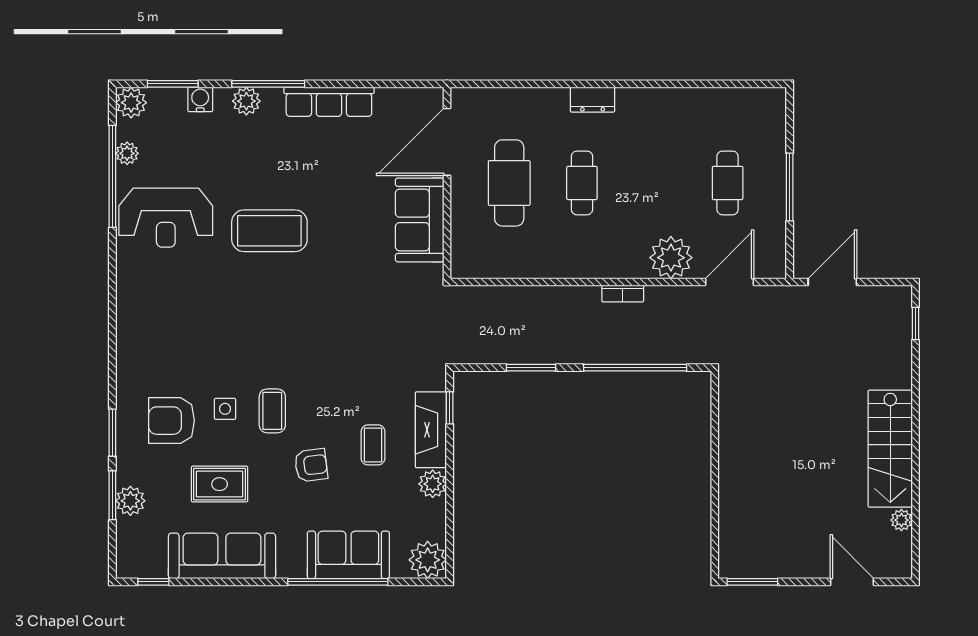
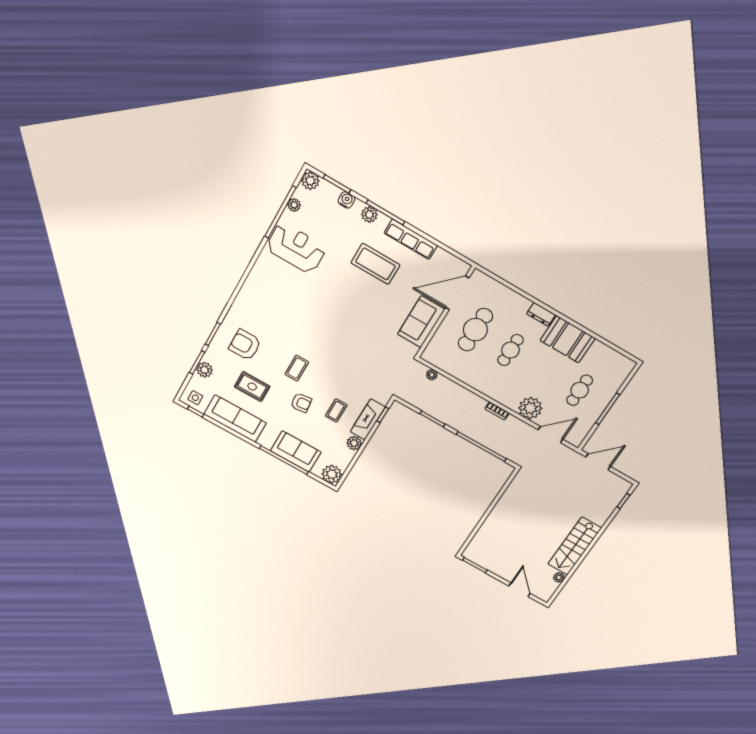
booth: (657, 114) -> (568, 339), added
reception desk: (166, 218) -> (296, 248), turned 180
coffee table: (269, 231) -> (375, 264), moved
plant: (486, 295) -> (432, 375), added
side table: (225, 409) -> (195, 398), moved

